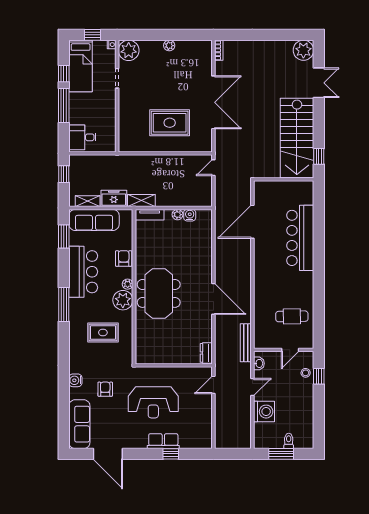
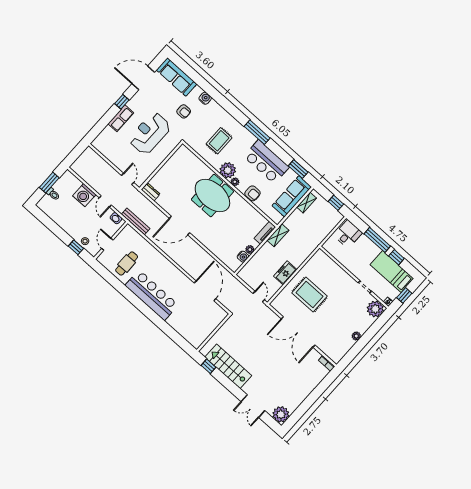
rug: (170, 123) -> (309, 295), turned 90
stairs: (297, 138) -> (228, 366), width x0.73, depth x0.66
freezer: (114, 198) -> (285, 273), moved, turned 180
bar counter: (300, 238) -> (152, 295), moved
window: (171, 454) -> (122, 102), moved

